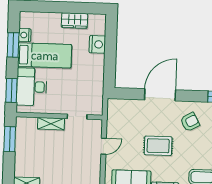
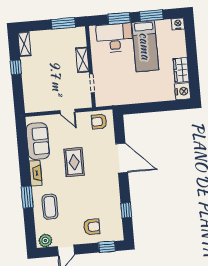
nightstand: (25, 35) -> (178, 24), moved
nightstand: (97, 44) -> (183, 91), moved, turned -90
window: (11, 90) -> (119, 18), moved
armchair: (190, 122) -> (99, 122), moved, turned 119

